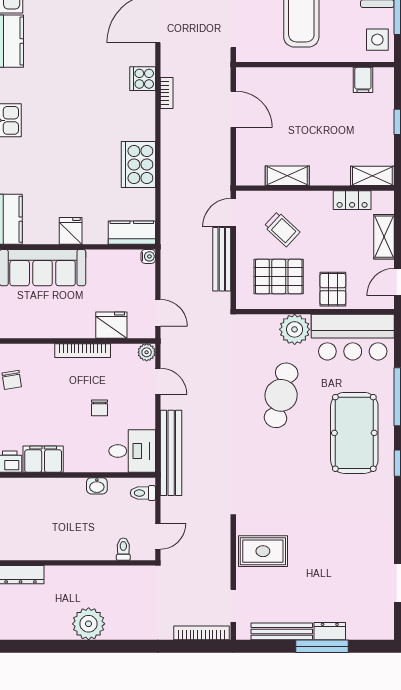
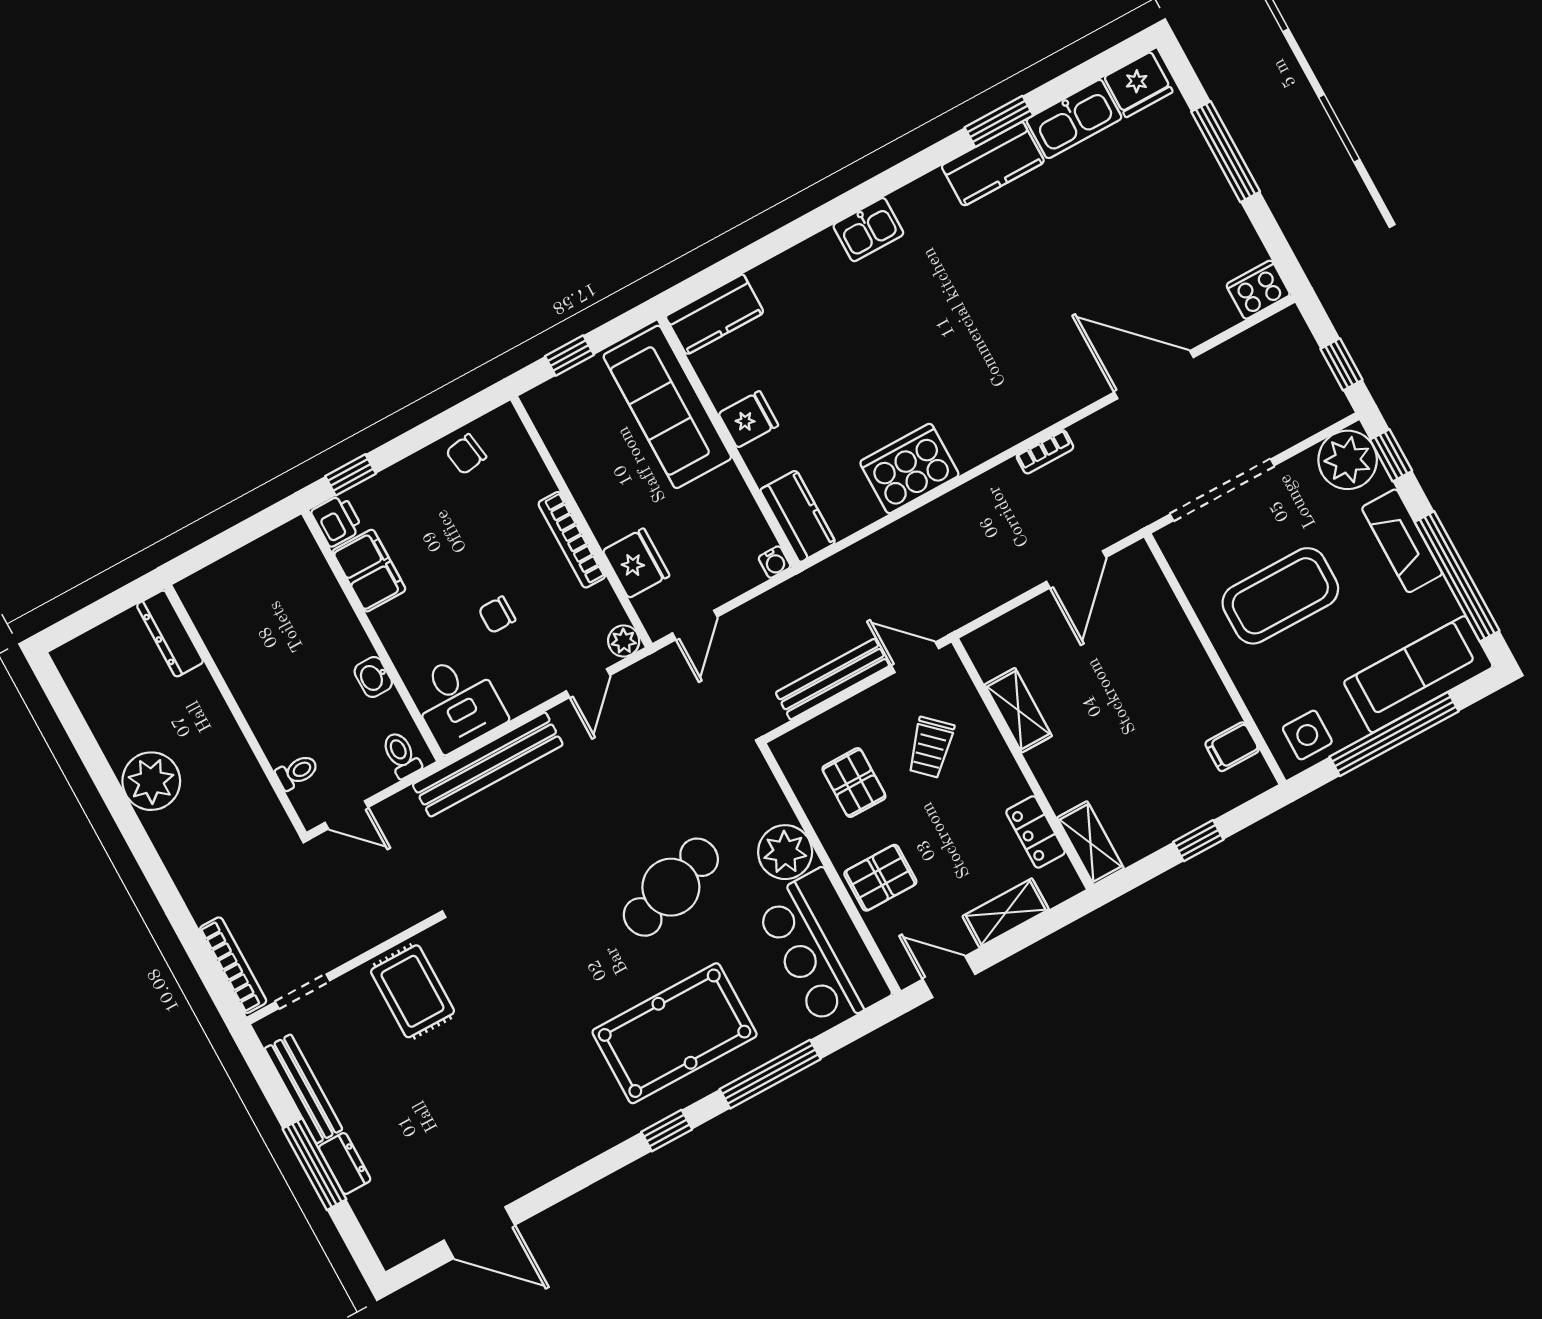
cooker: (143, 79) -> (1047, 402), removed
pallet: (279, 277) -> (854, 783), width x0.67, depth x0.71
cafe table: (281, 395) -> (671, 887), turned -32

